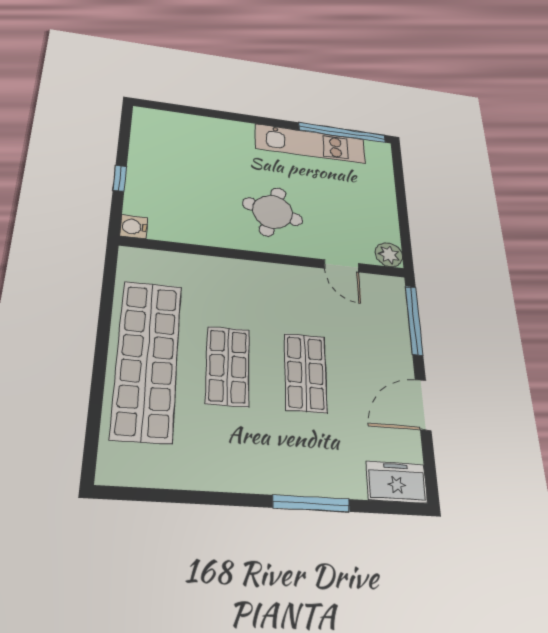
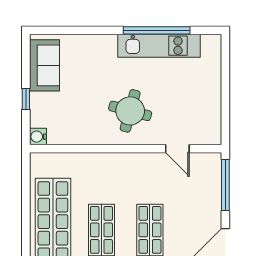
window: (342, 133) -> (157, 30), moved
sofa: (151, 143) -> (45, 65), added
plant: (389, 255) -> (212, 135), removed

